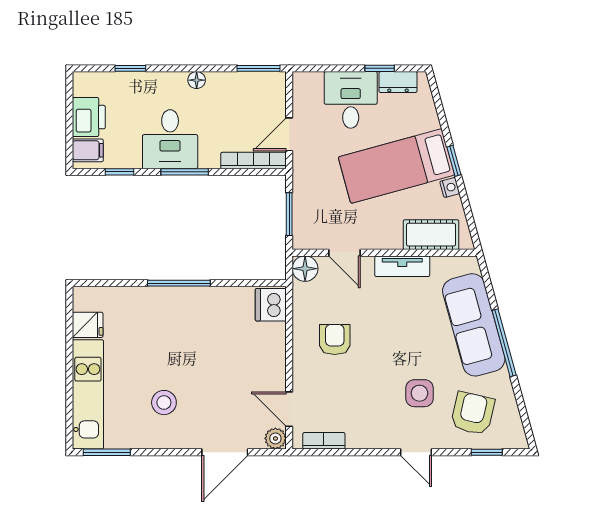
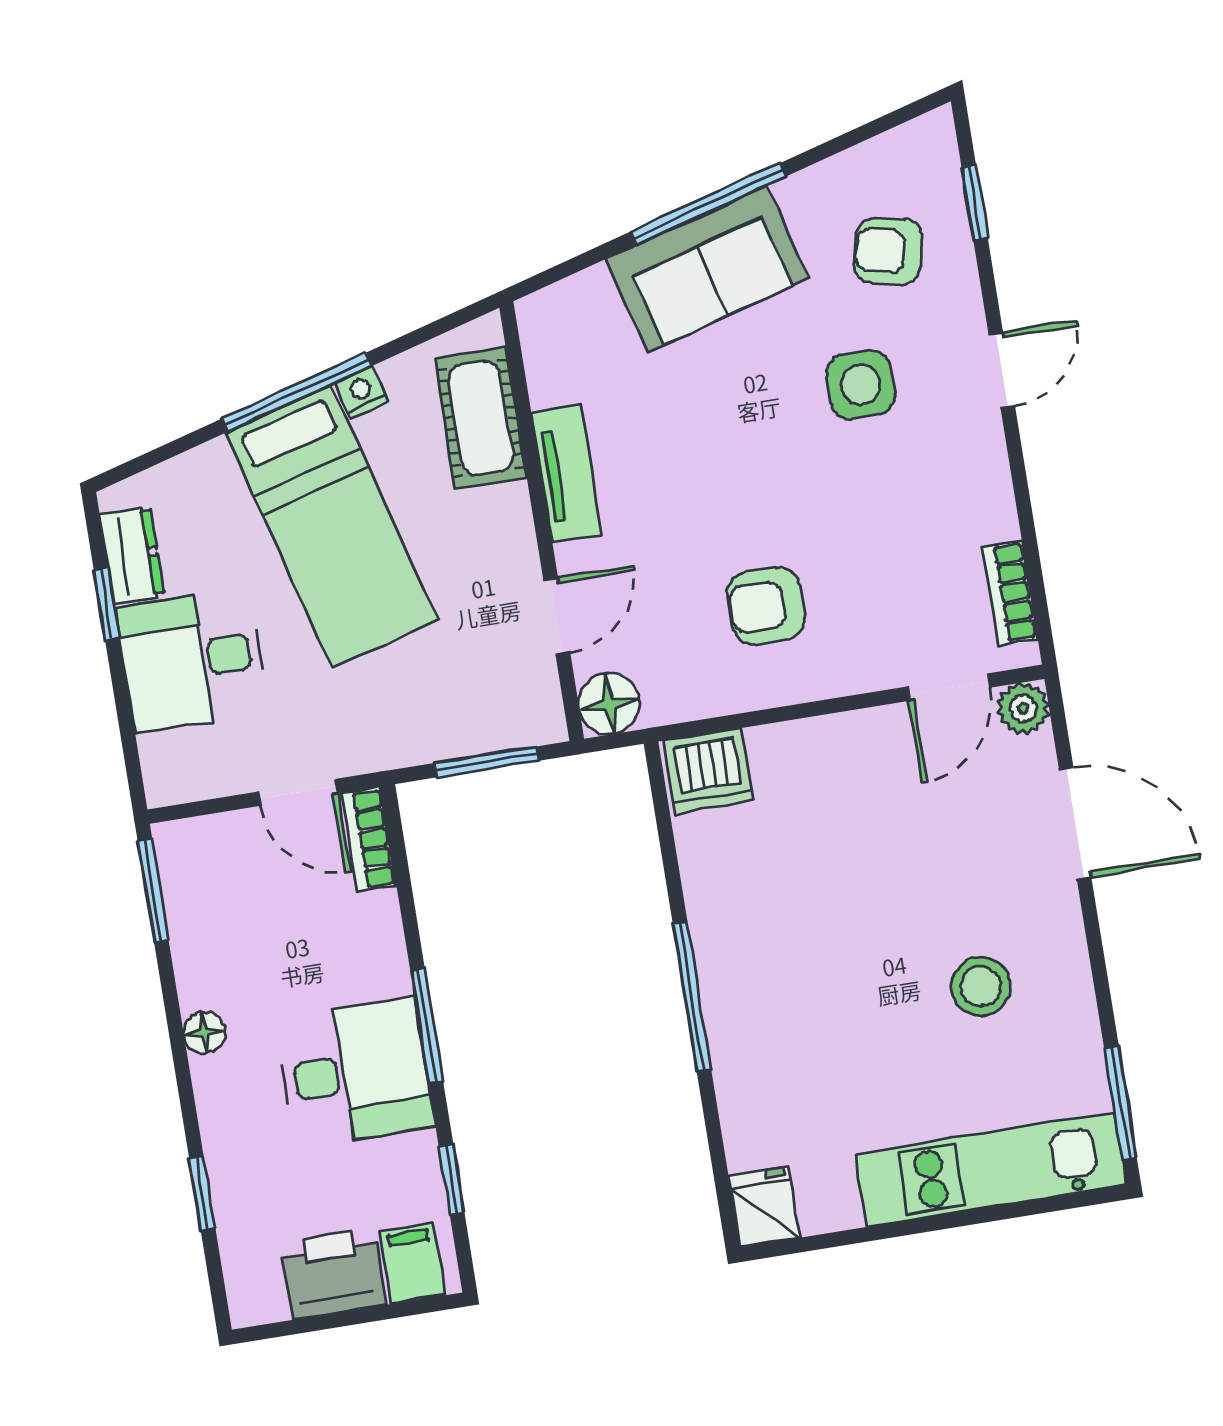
bookcase: (253, 161) -> (369, 839), width x0.64
window: (454, 161) -> (297, 392), width x2.17
fridge: (88, 325) -> (764, 1207), moved
sofa: (474, 325) -> (707, 269), width x0.73
armchair: (473, 413) -> (888, 251), width x0.72, depth x0.72

